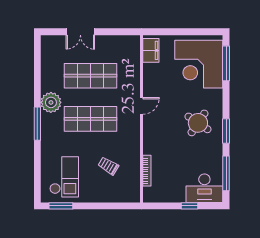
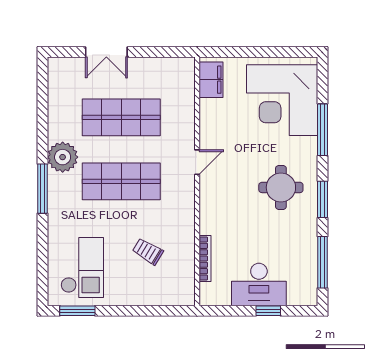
window: (226, 63) -> (323, 130), moved
round table: (198, 123) -> (281, 187), turned -34
desk: (204, 188) -> (259, 285), moved

